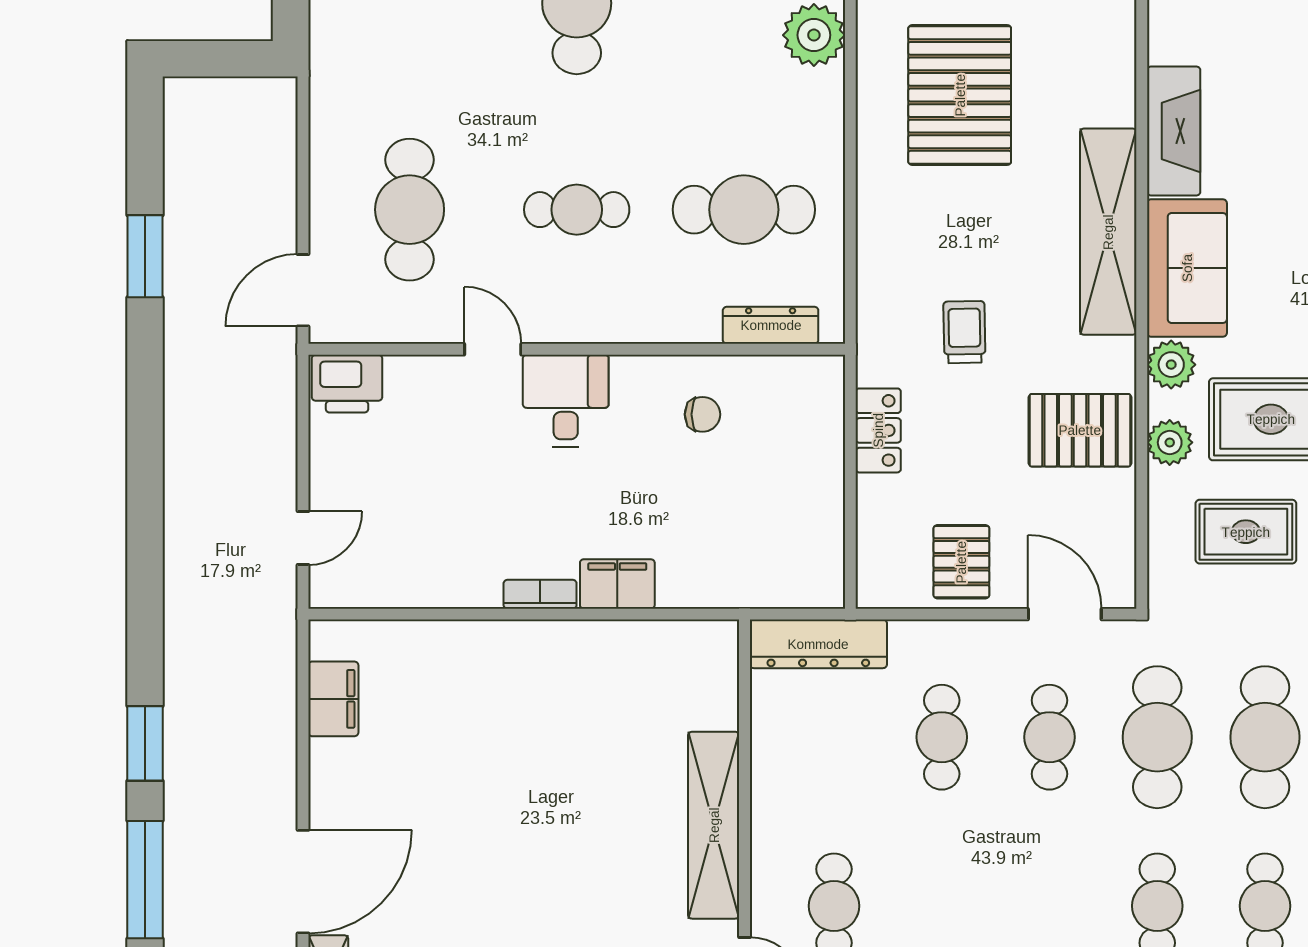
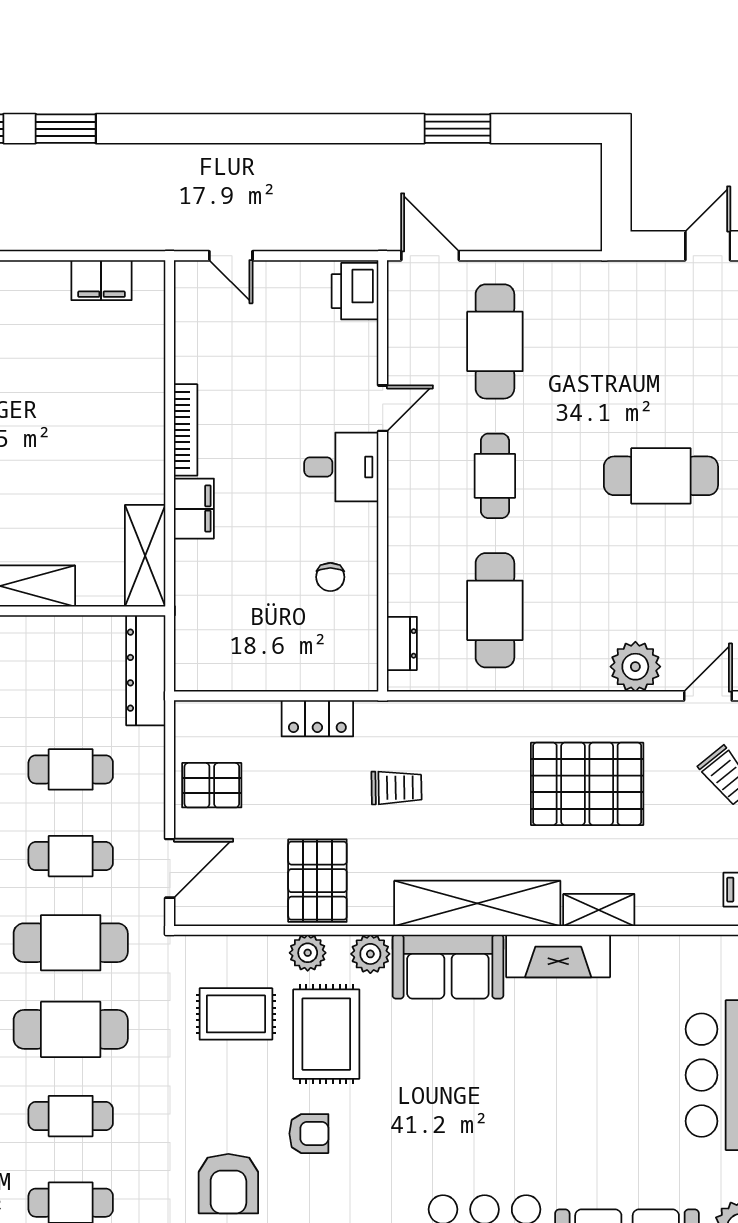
shelving: (1117, 80) -> (599, 910), added
cafe table: (410, 210) -> (495, 341), turned 90
dresser: (771, 325) -> (402, 643), width x0.70
rug: (1246, 532) -> (236, 1014), turned 90
bookcase: (540, 594) -> (186, 430), width x1.56
shelving: (676, 645) -> (145, 556), added

